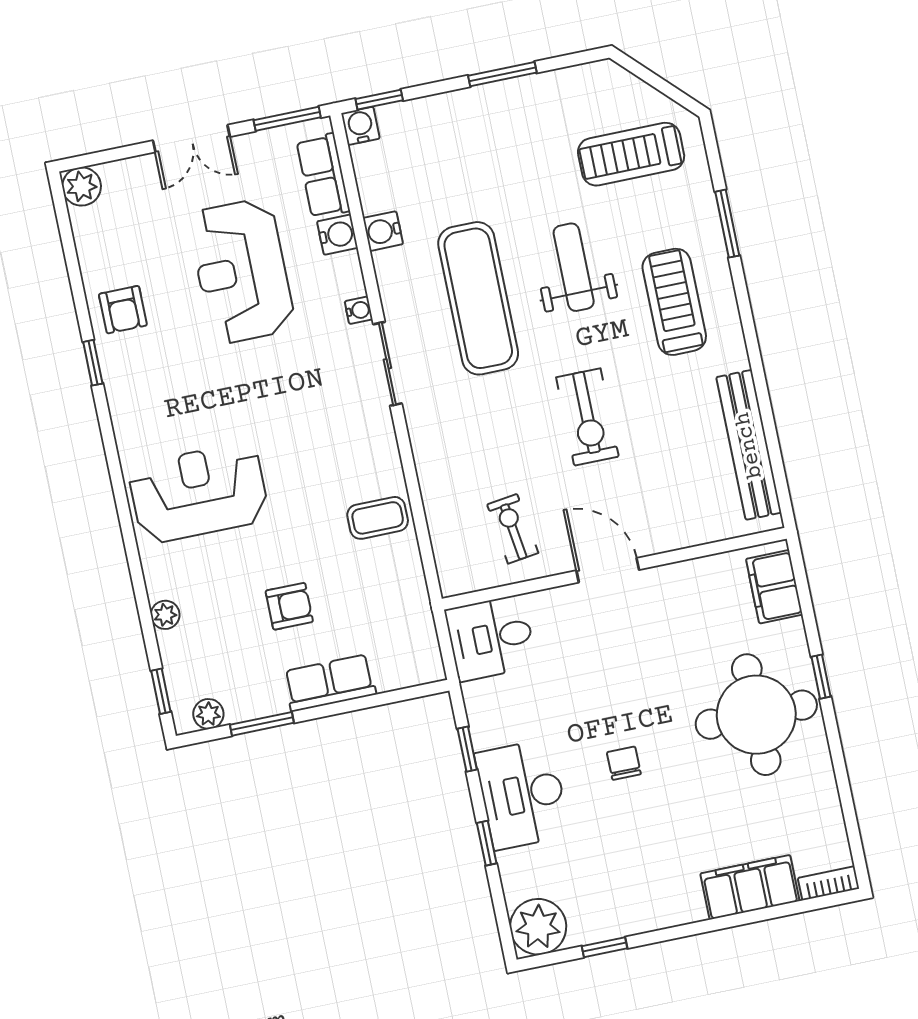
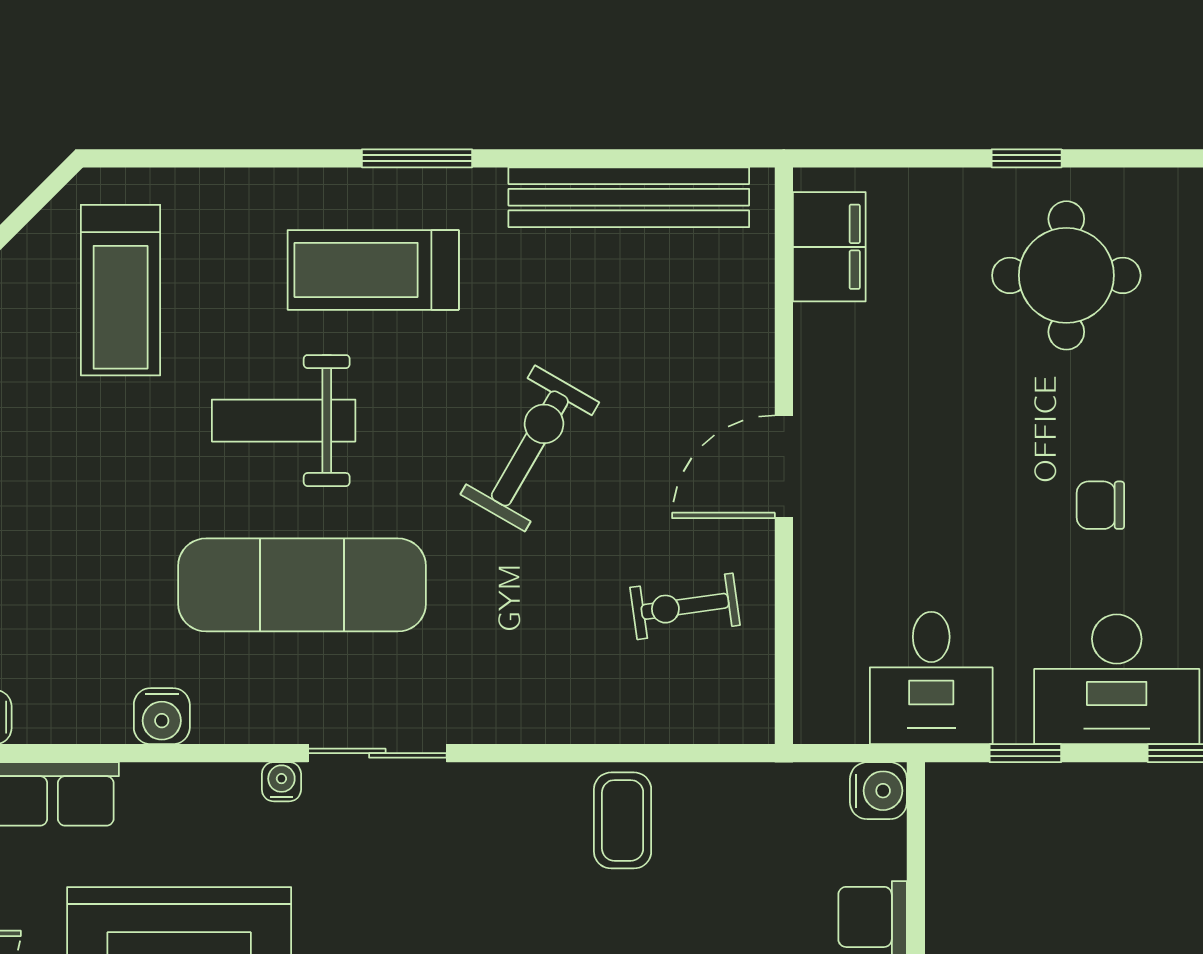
window: (727, 224) -> (417, 158), moved
water cooler: (337, 235) -> (878, 791), moved, turned 90
exercise bike: (587, 417) -> (530, 448), turned -60
filing cabinet: (774, 587) -> (829, 247), moved, turned -90
desk: (491, 638) -> (931, 678), moved
round table: (756, 715) -> (1066, 275), width x0.73, depth x0.73

